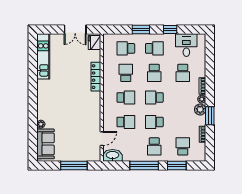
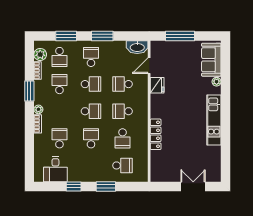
double door: (75, 29) -> (193, 186), moved
fridge: (95, 43) -> (157, 85), moved
school desk: (154, 48) -> (59, 84), moved, turned 90
kitchen unit: (43, 56) -> (214, 120), moved
plant: (200, 110) -> (40, 54), moved
window: (144, 165) -> (102, 36), width x0.69

